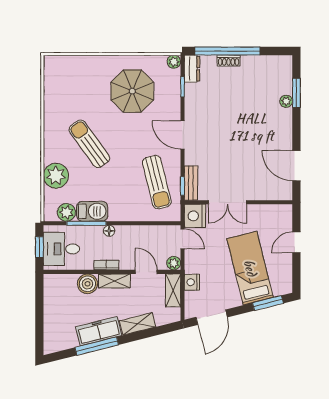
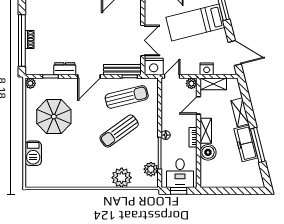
dresser: (192, 69) -> (65, 69), moved
sun lounger: (89, 144) -> (119, 131), moved
bench: (191, 183) -> (122, 70), width x1.36
barbecue: (92, 211) -> (33, 153), moved, turned 180

